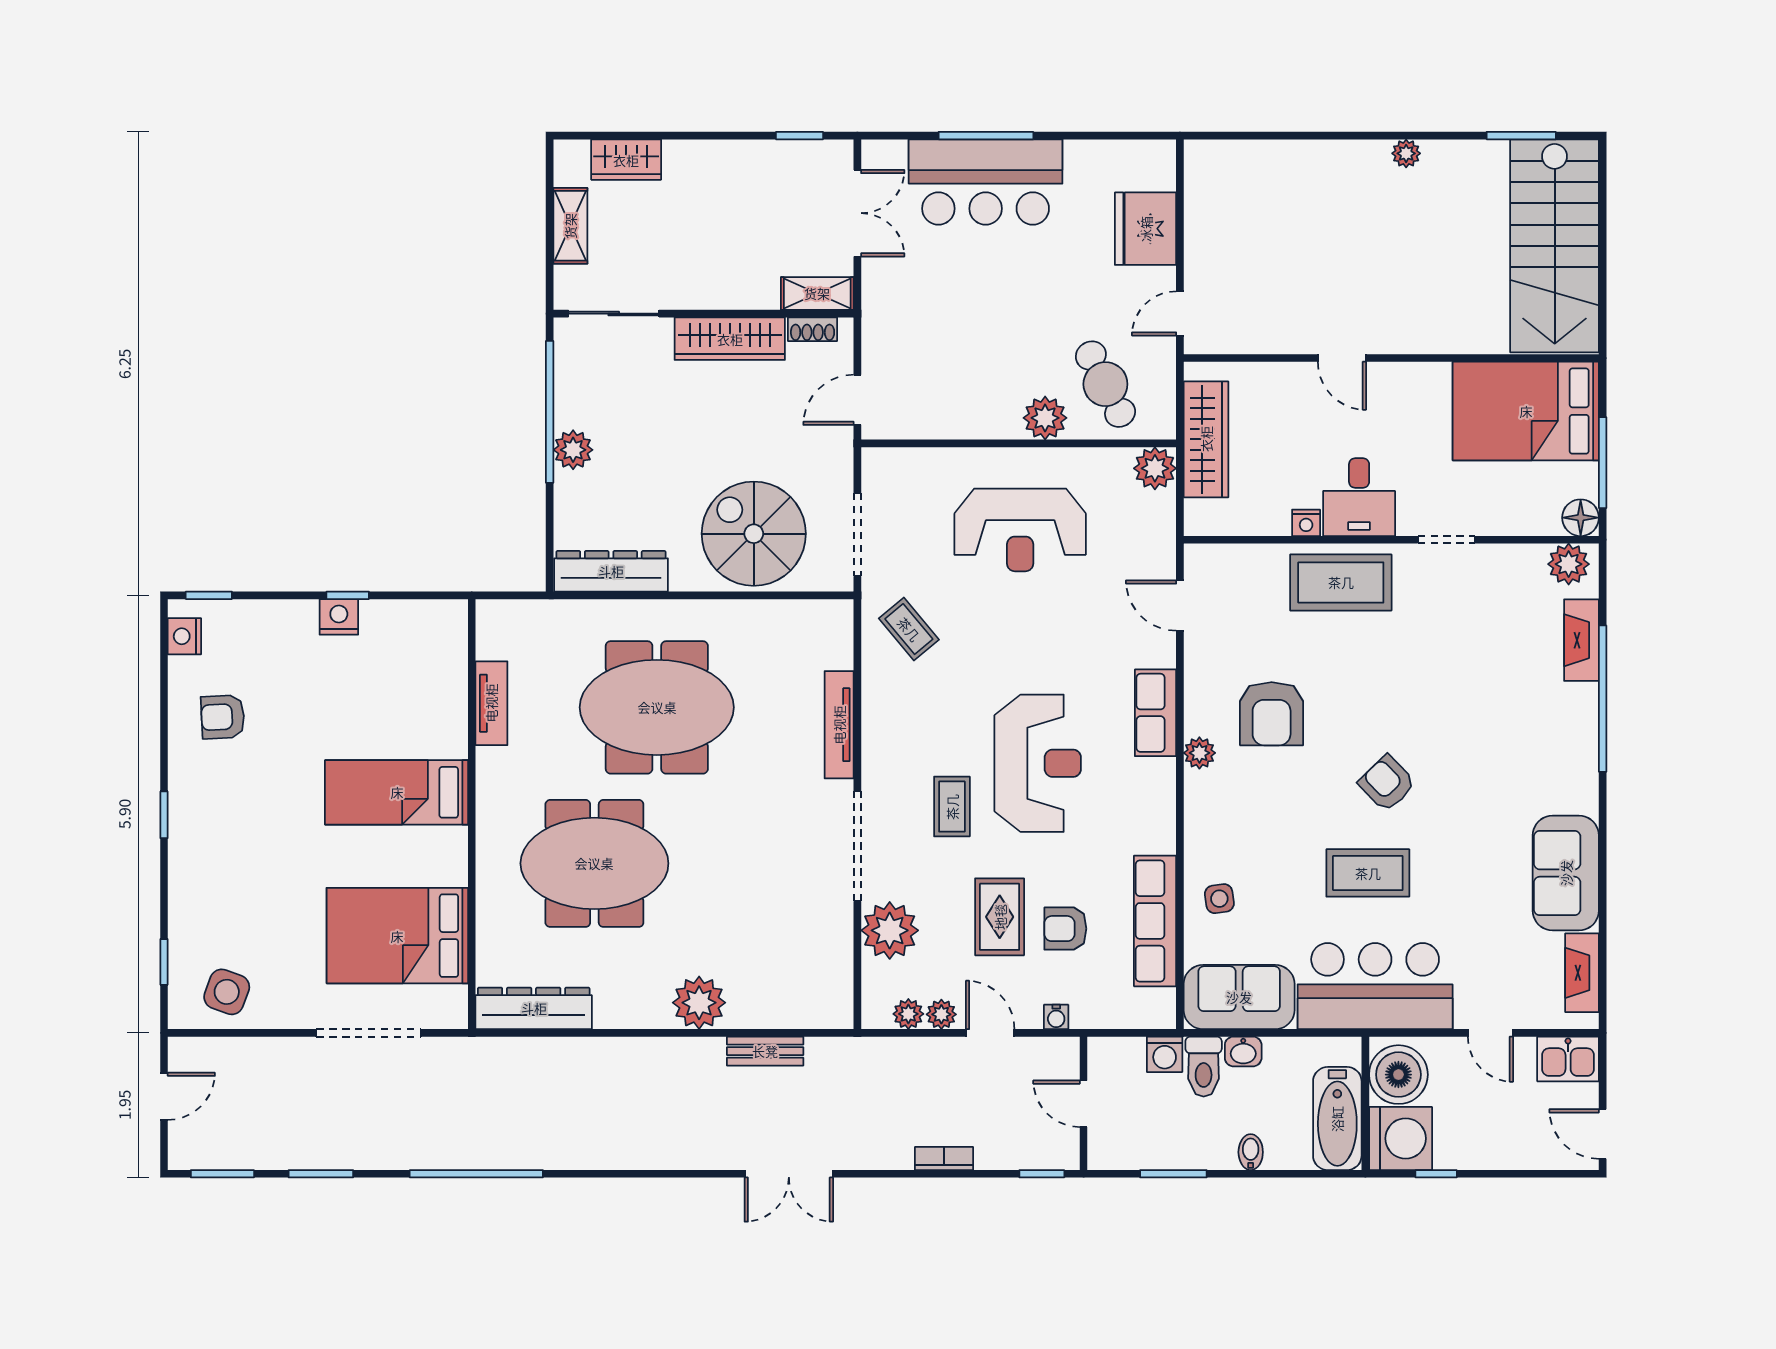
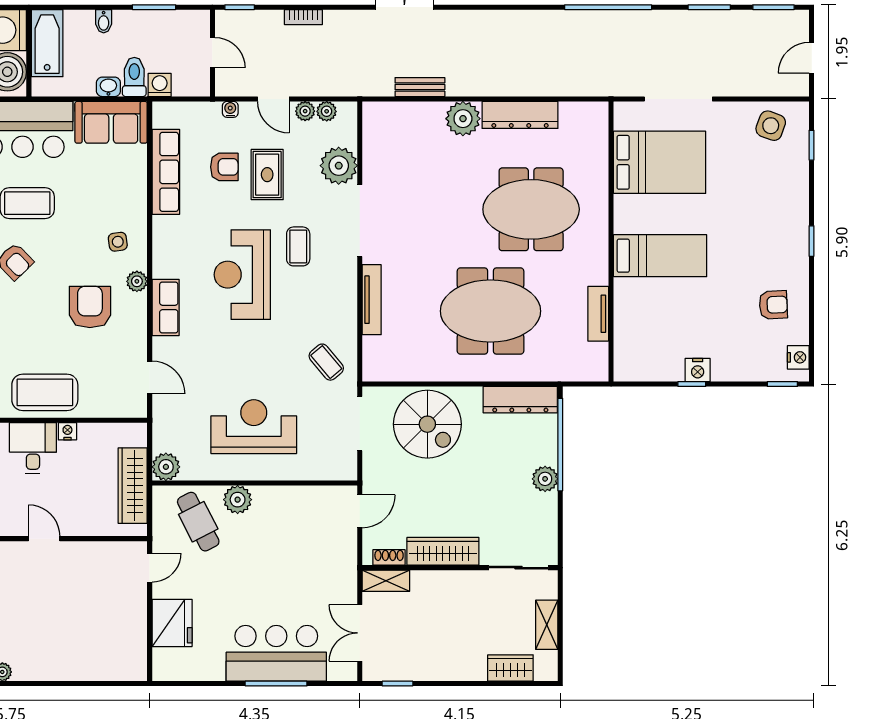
window: (550, 412) -> (560, 445), moved
side table: (1219, 899) -> (118, 242), moved
dresser: (534, 1008) -> (520, 115), moved

